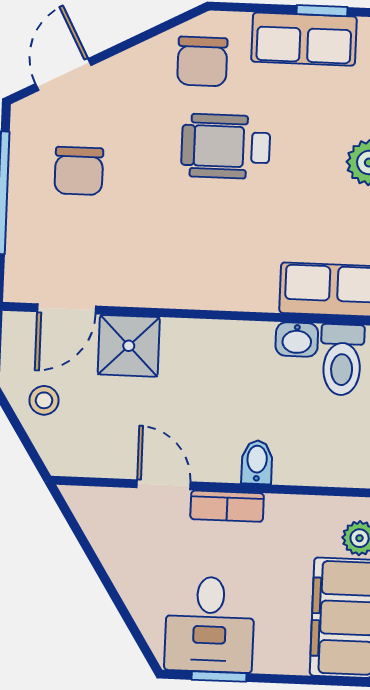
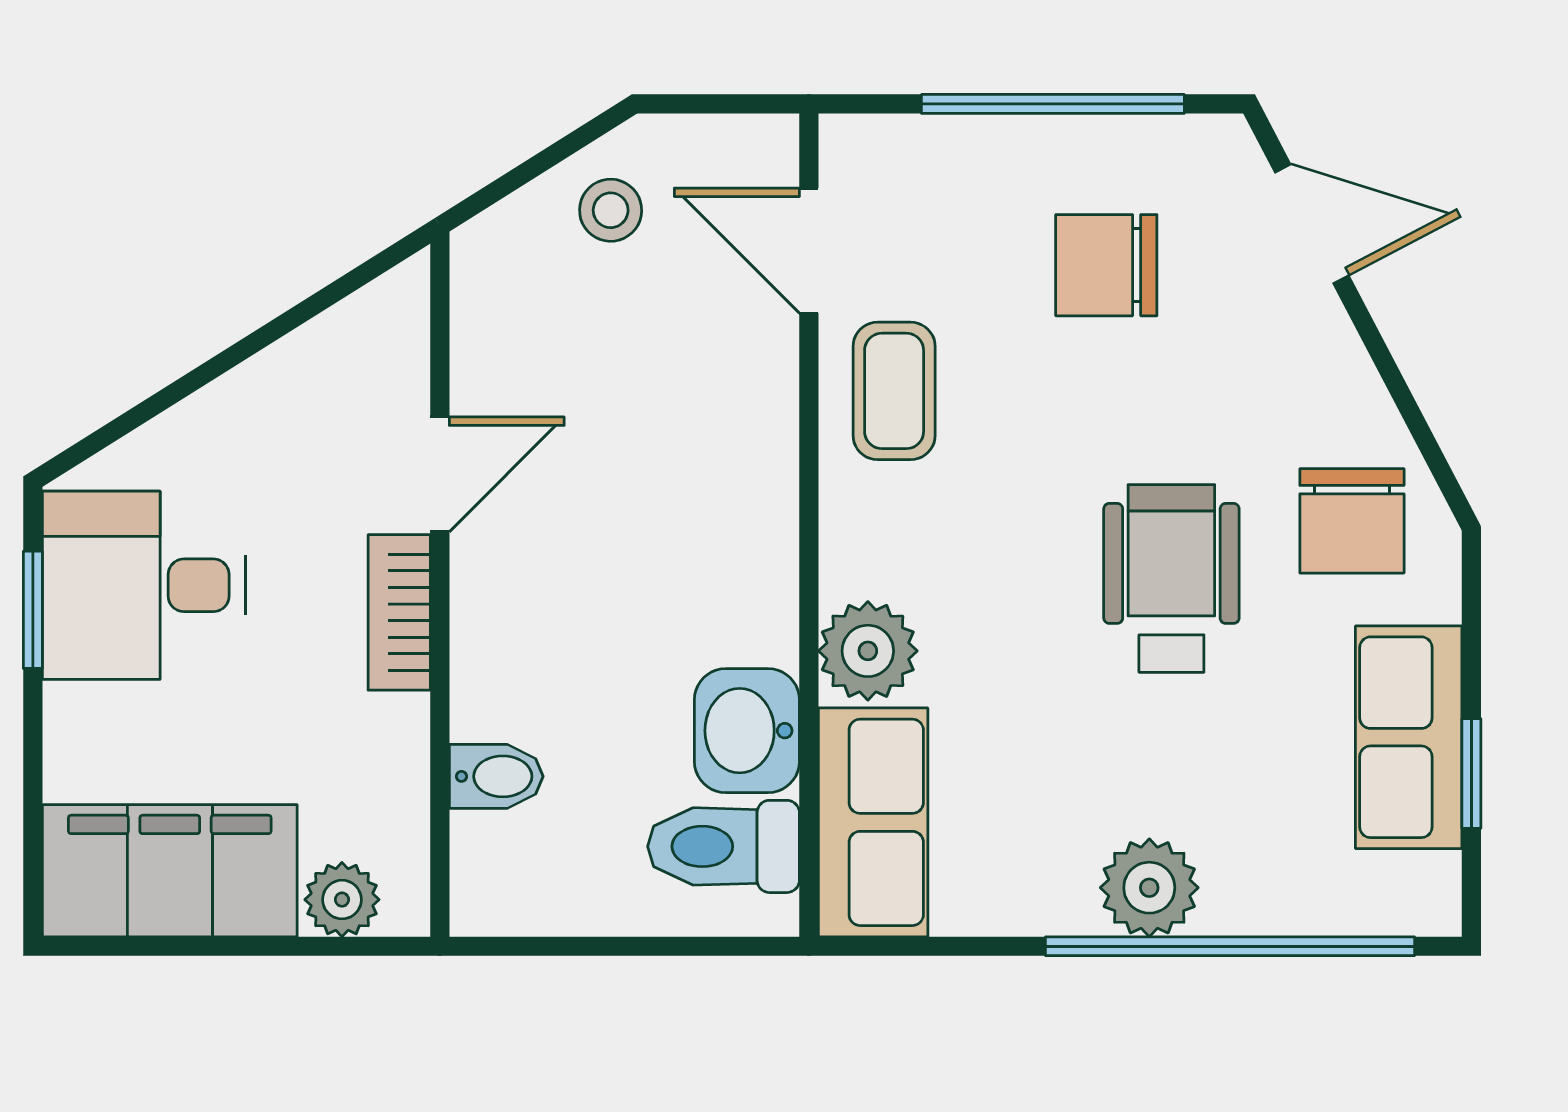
chair: (202, 61) -> (1352, 521), turned -90
coffee table: (133, 272) -> (894, 391), added
plant: (254, 289) -> (868, 651), added
washbasin: (297, 339) -> (747, 731), width x1.38, depth x1.45
shower: (129, 346) -> (735, 387), removed
bidet: (257, 462) -> (496, 776), moved

